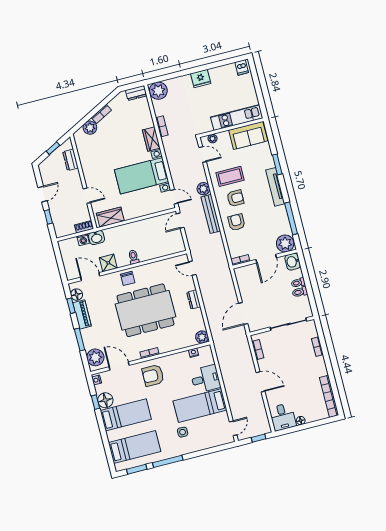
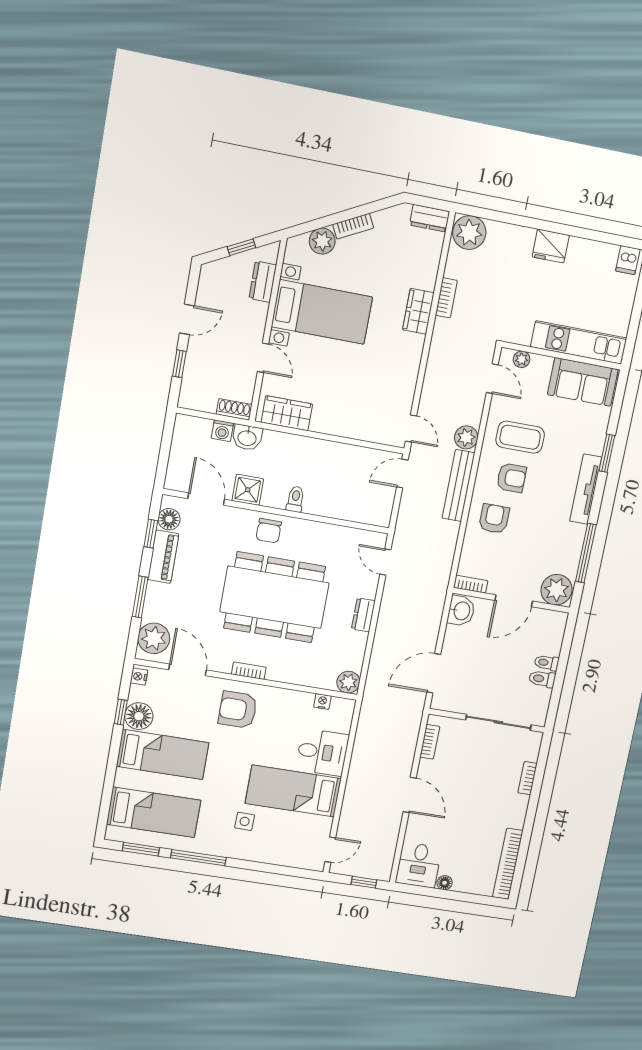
bed with nightstands: (142, 176) -> (322, 312), moved, turned 180
washbasin: (293, 262) -> (461, 611), moved, turned 180

